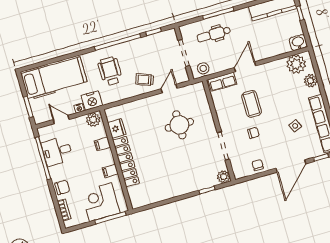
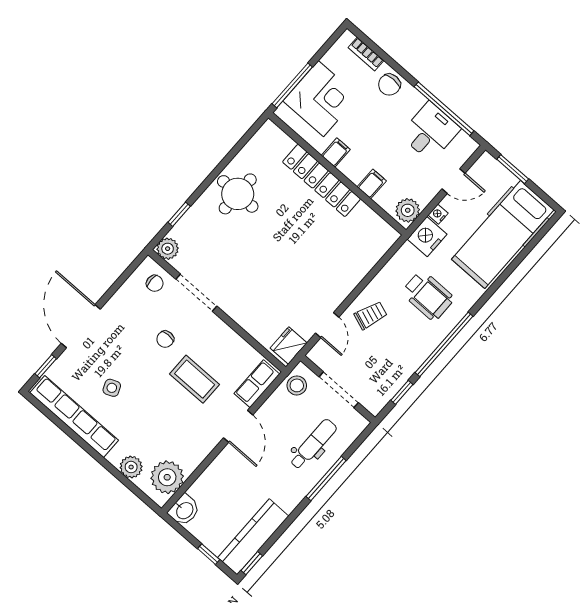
round table: (179, 125) -> (238, 194), moved
fridge: (117, 128) -> (289, 345), moved, turned 90
chair: (258, 165) -> (155, 283), moved

